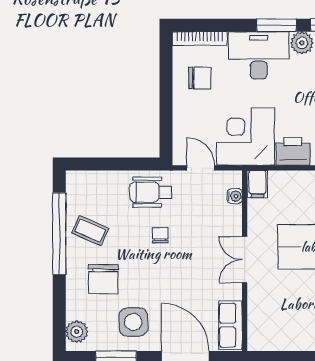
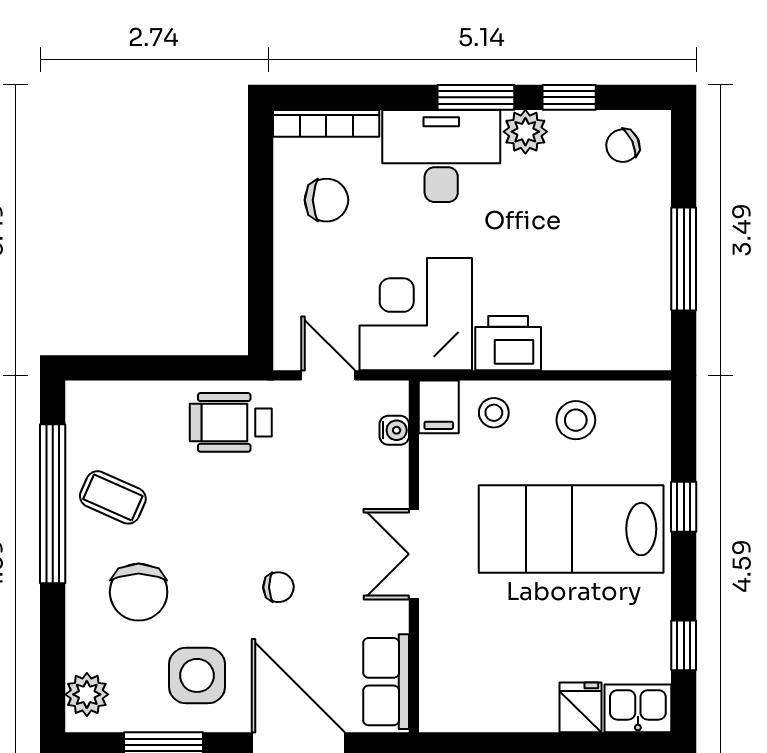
stool: (286, 187) -> (494, 413), added
chair: (160, 235) -> (278, 587), moved, turned 89

